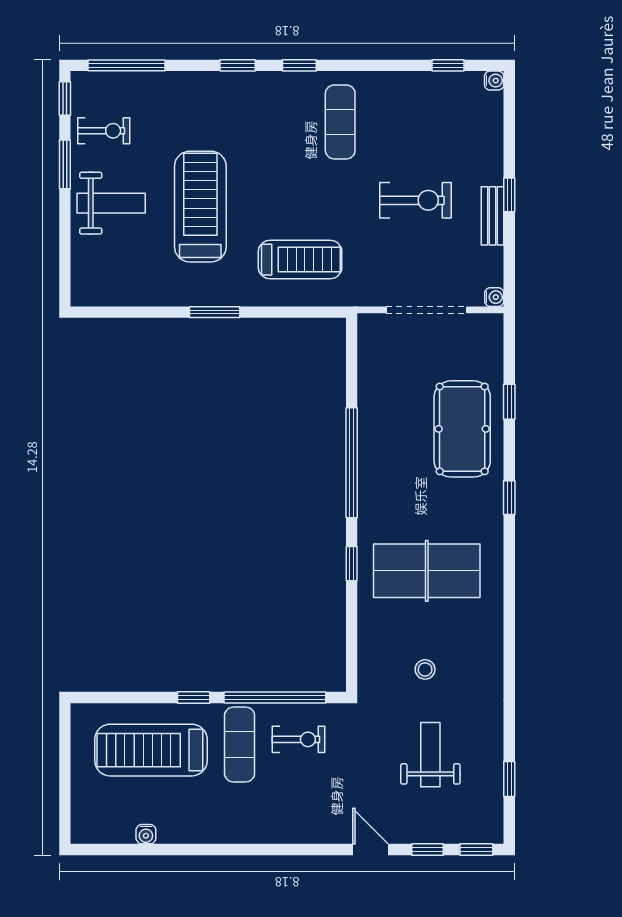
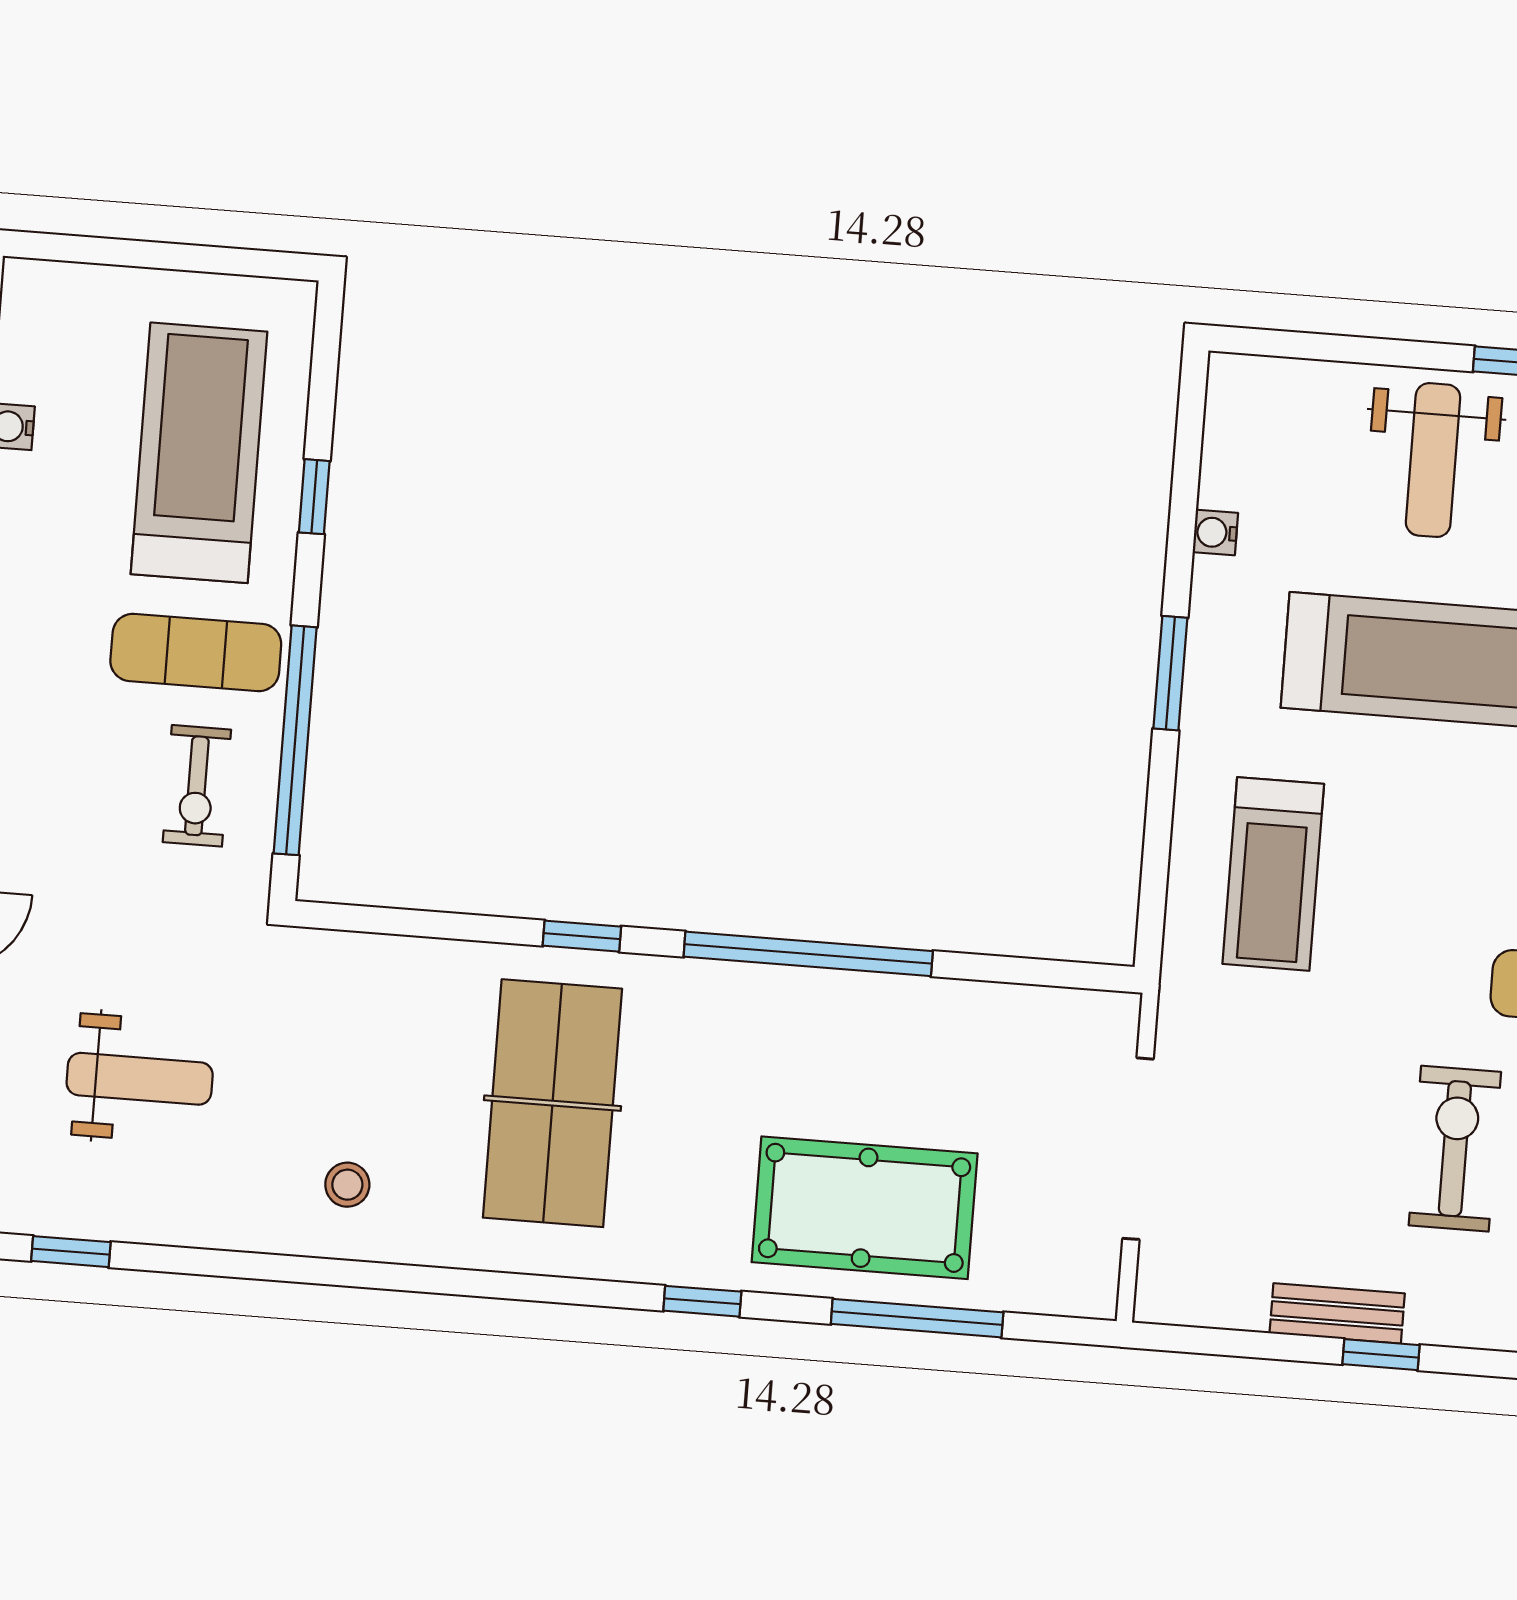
exercise bike: (415, 200) -> (1455, 1149), moved, turned 180
water cooler: (494, 297) -> (1215, 533), moved, turned 90
window: (509, 402) -> (917, 1318), width x2.17
stool: (425, 669) -> (347, 1185), moved
window: (194, 697) -> (314, 497), moved

